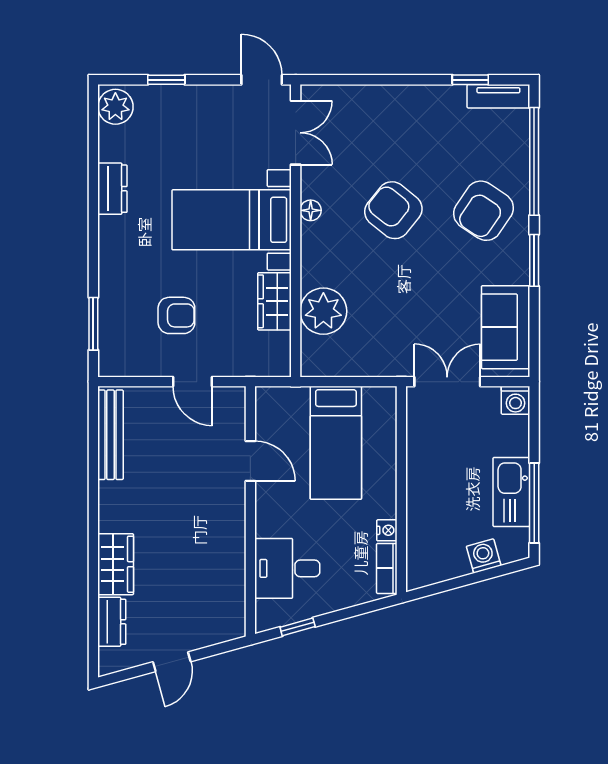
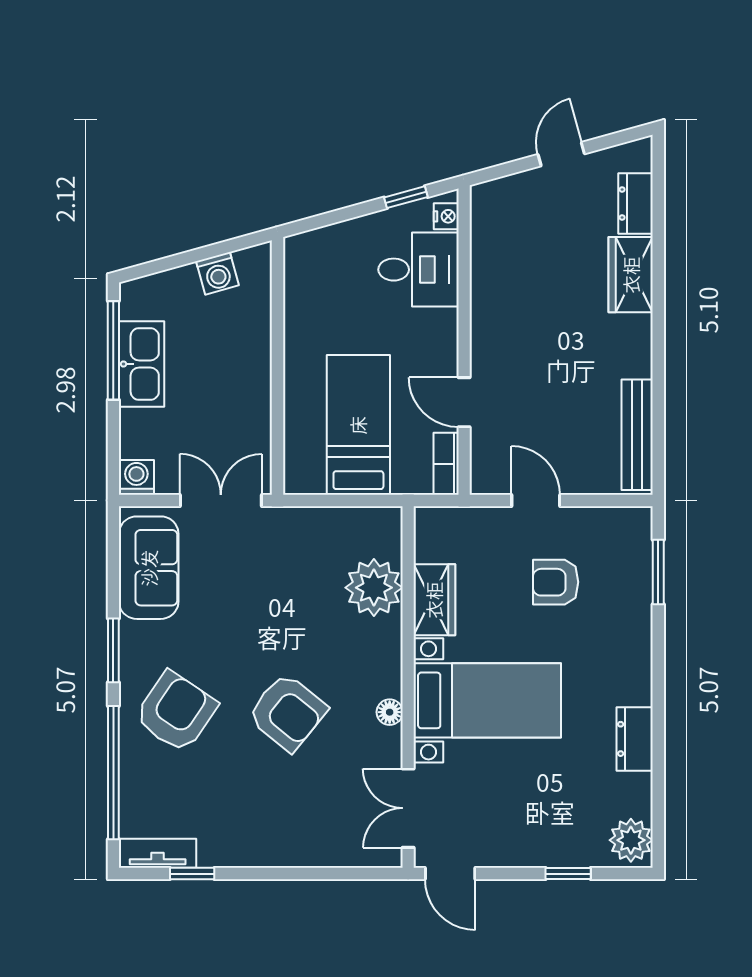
double door: (447, 382) -> (221, 500), swing flipped
nightstand: (387, 530) -> (446, 216), moved, turned 180
washing machine: (484, 556) -> (217, 273), moved
bookcase: (387, 568) -> (446, 464), moved, turned 180

